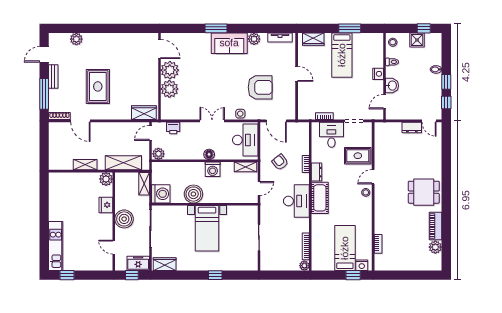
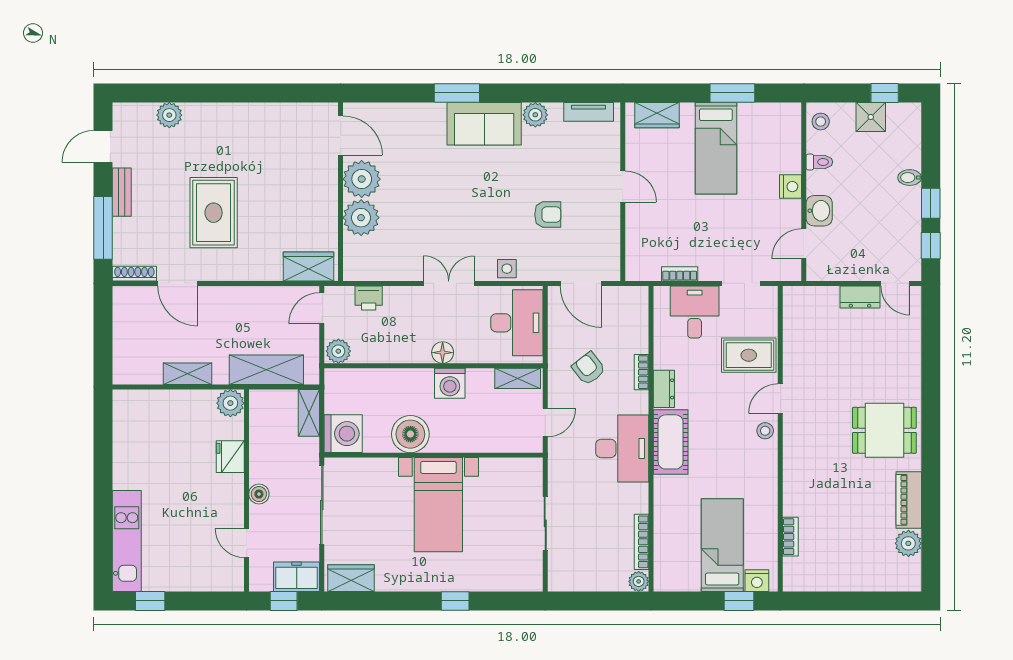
armchair: (260, 87) -> (548, 214), width x0.53, depth x0.53
boiler: (124, 219) -> (259, 494), width x0.54, depth x0.54

